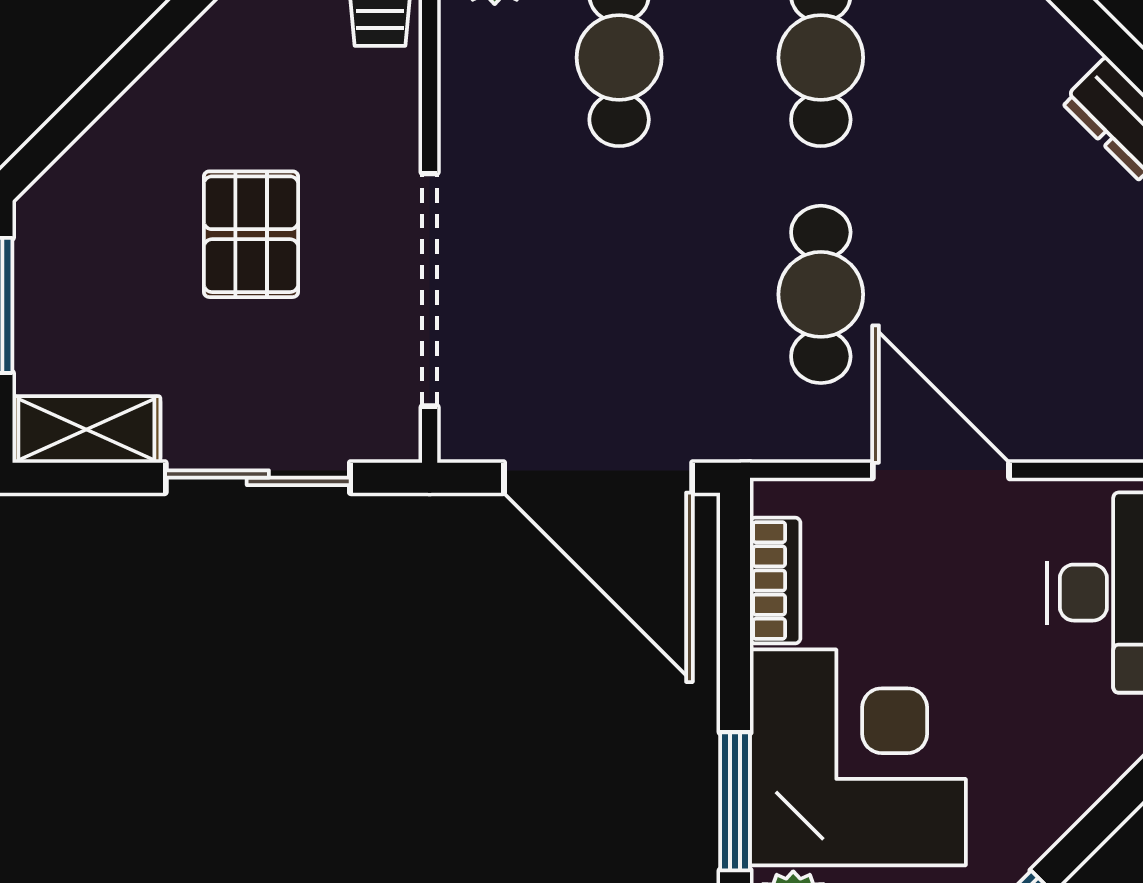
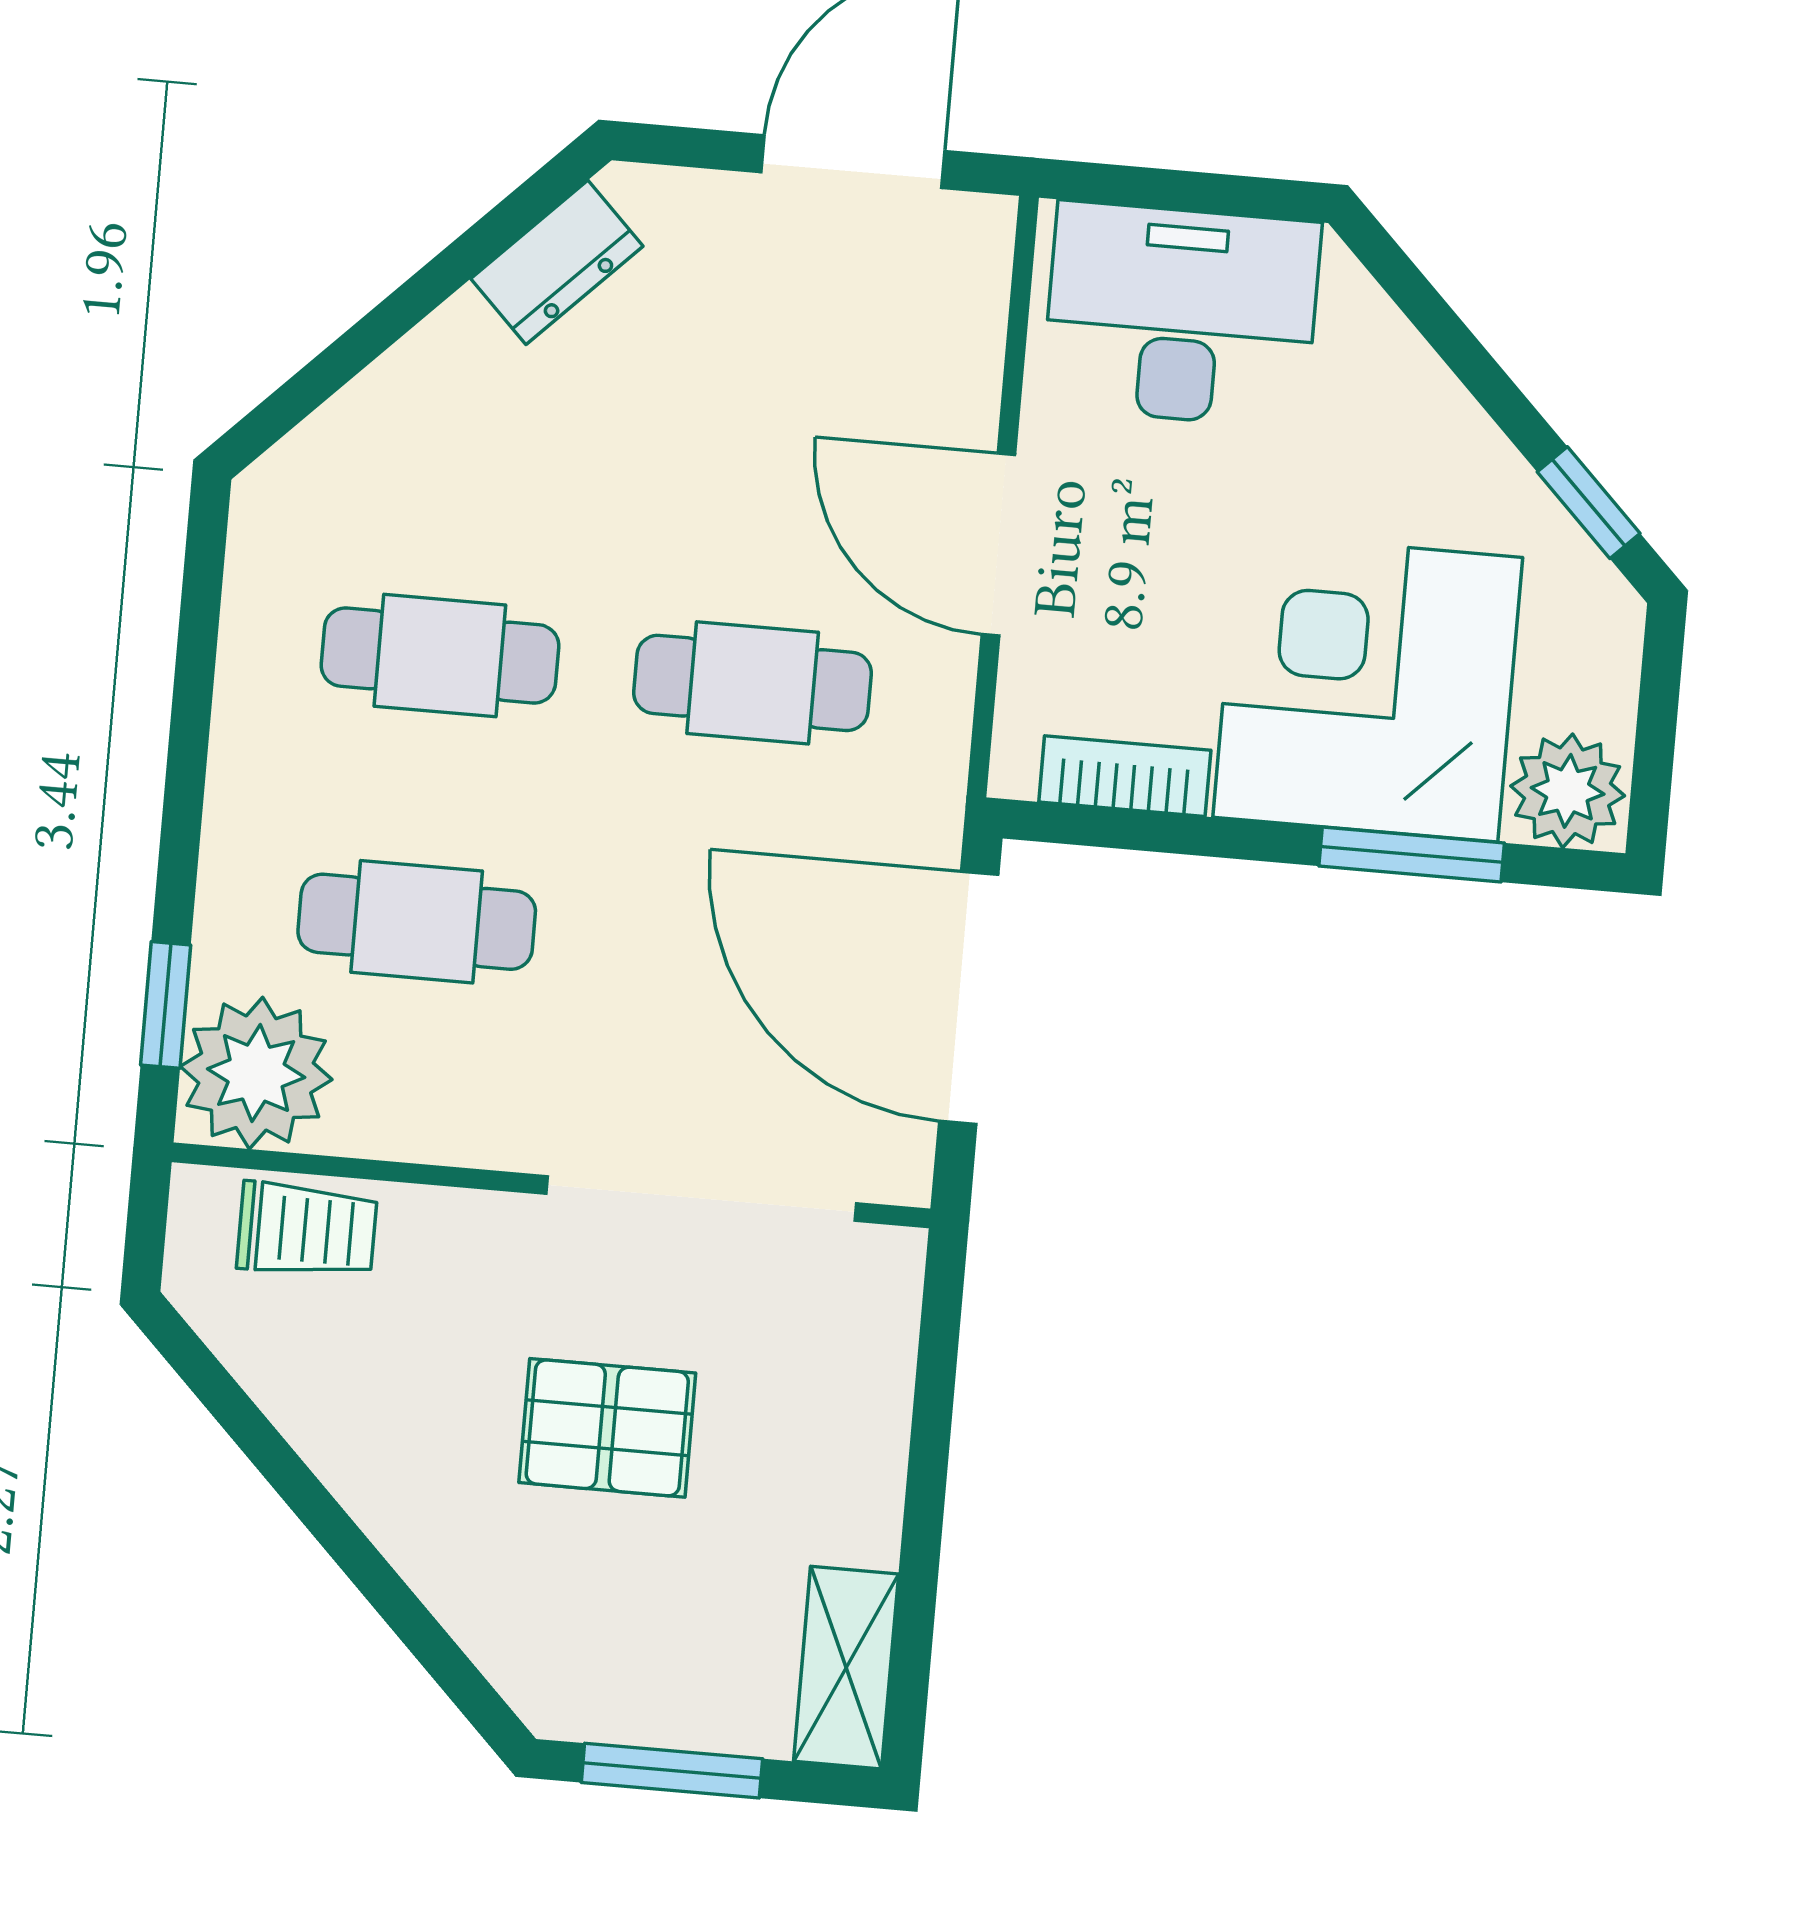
door: (941, 470) -> (998, 545), hinge flipped
sliding door: (258, 478) -> (929, 1447), removed
door: (598, 478) -> (969, 998), swing flipped

